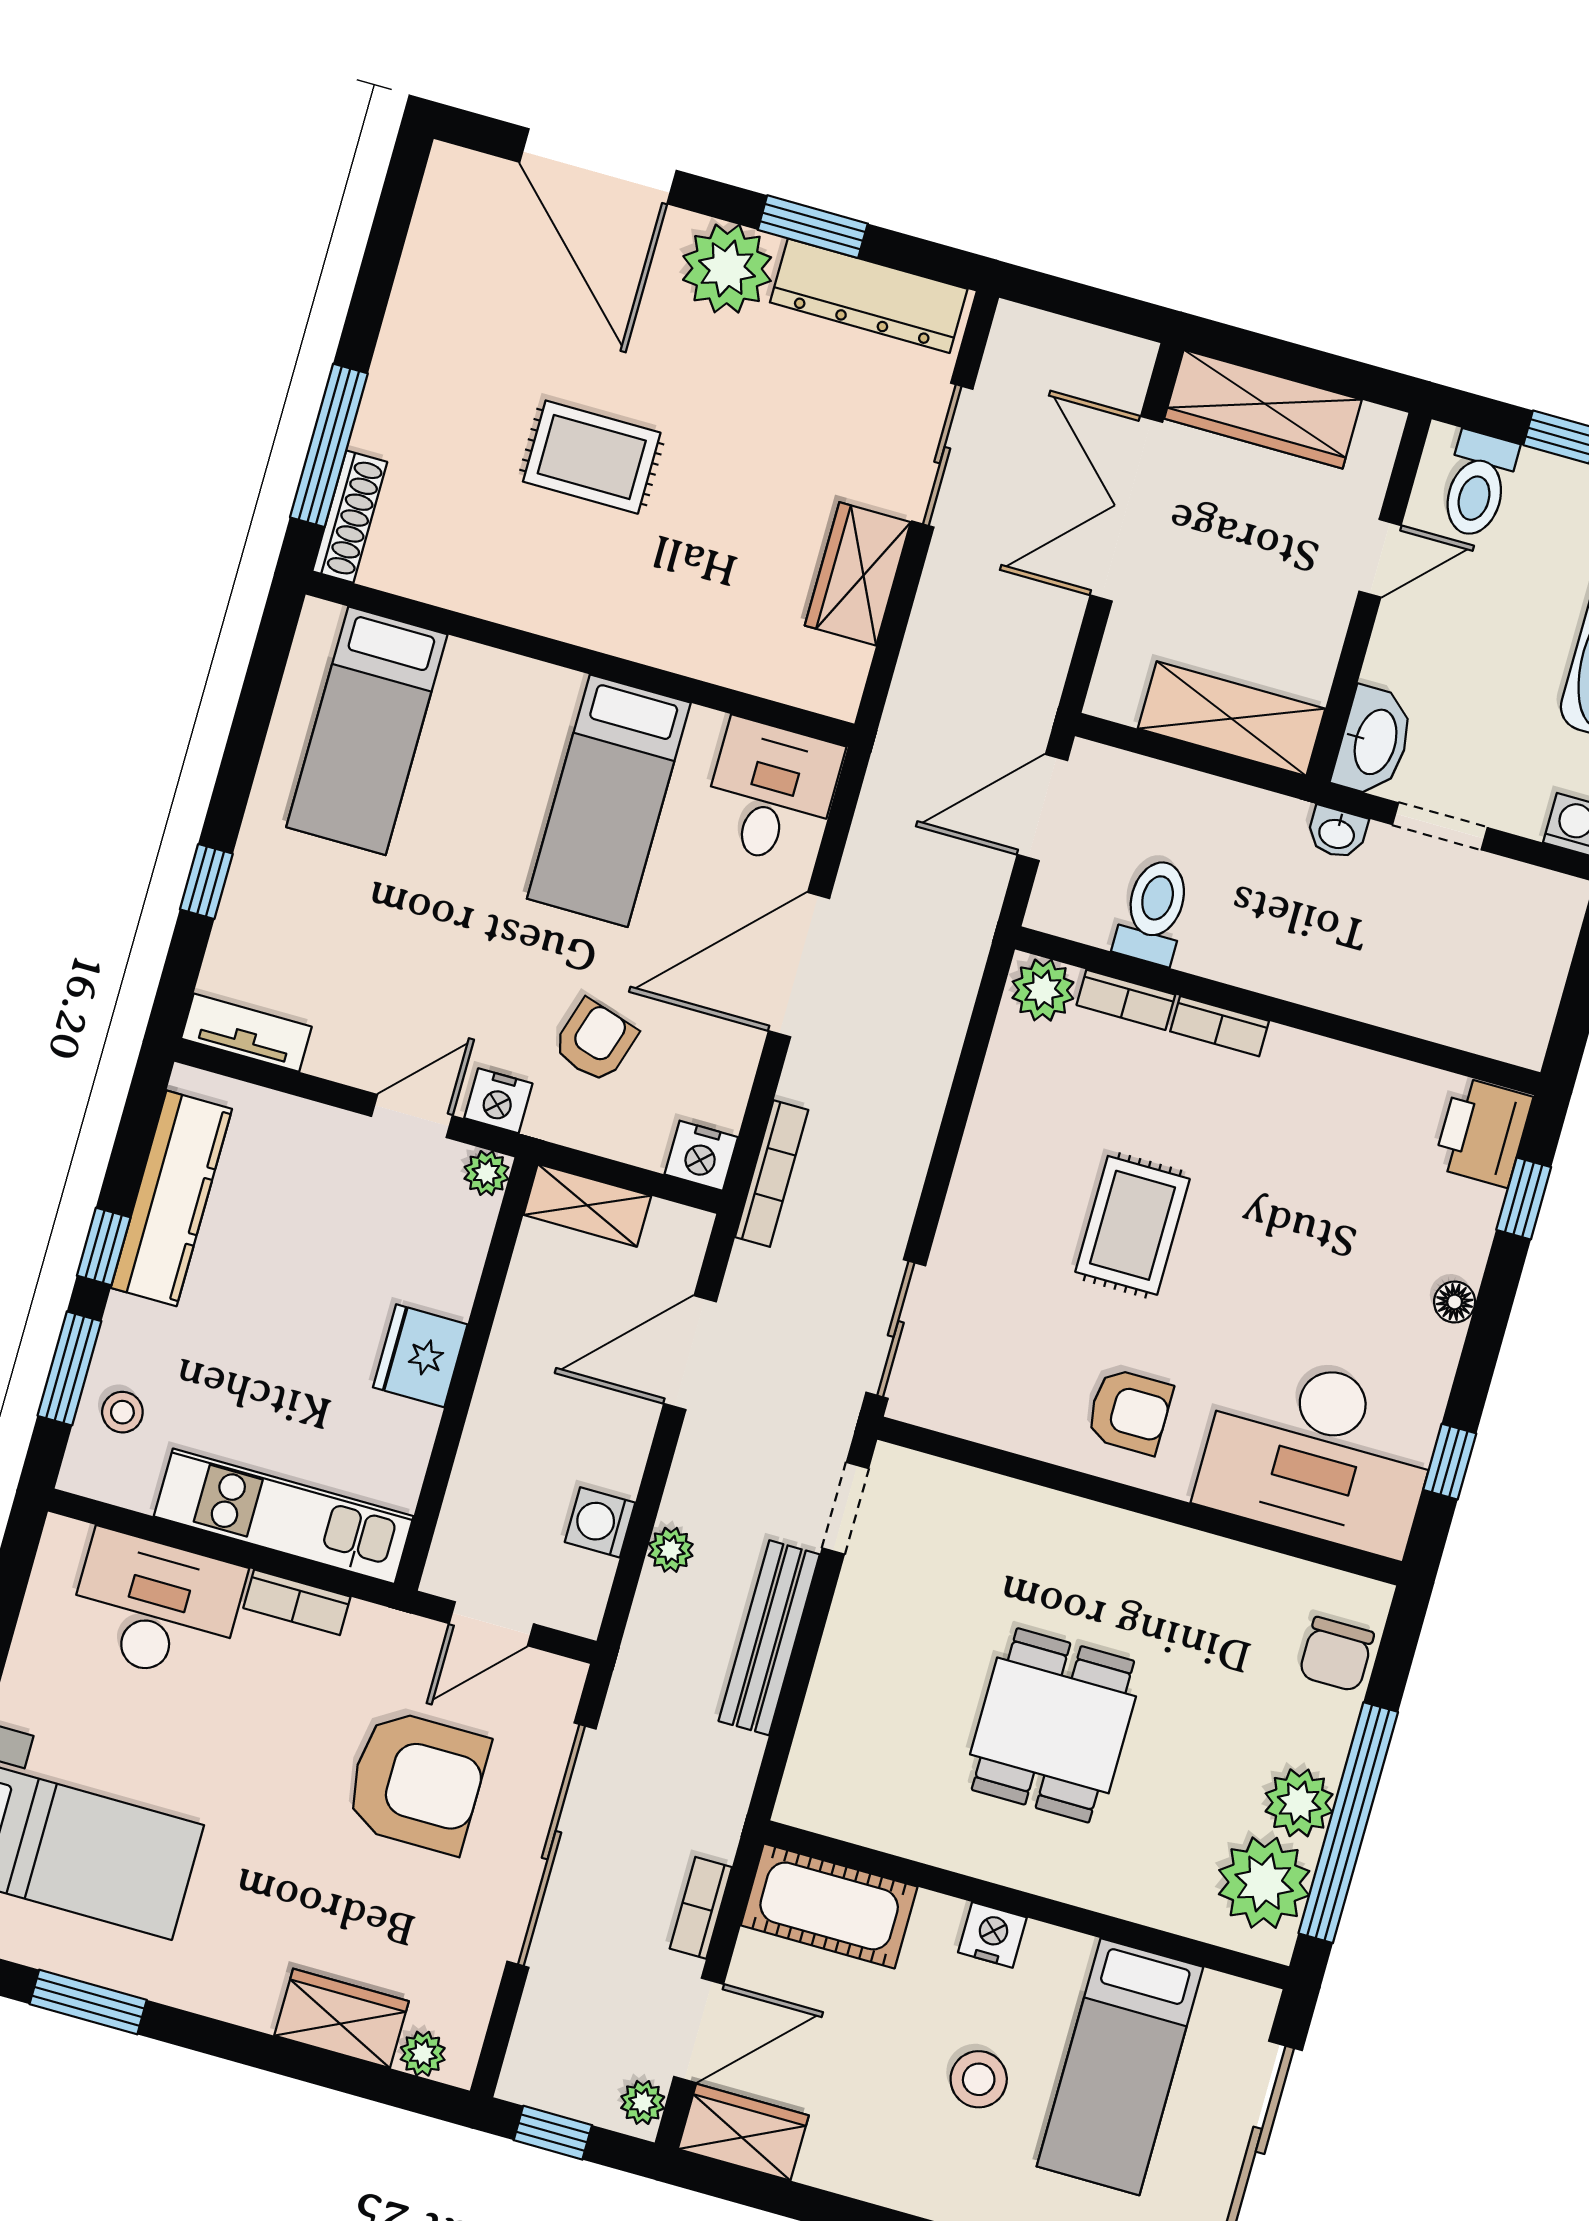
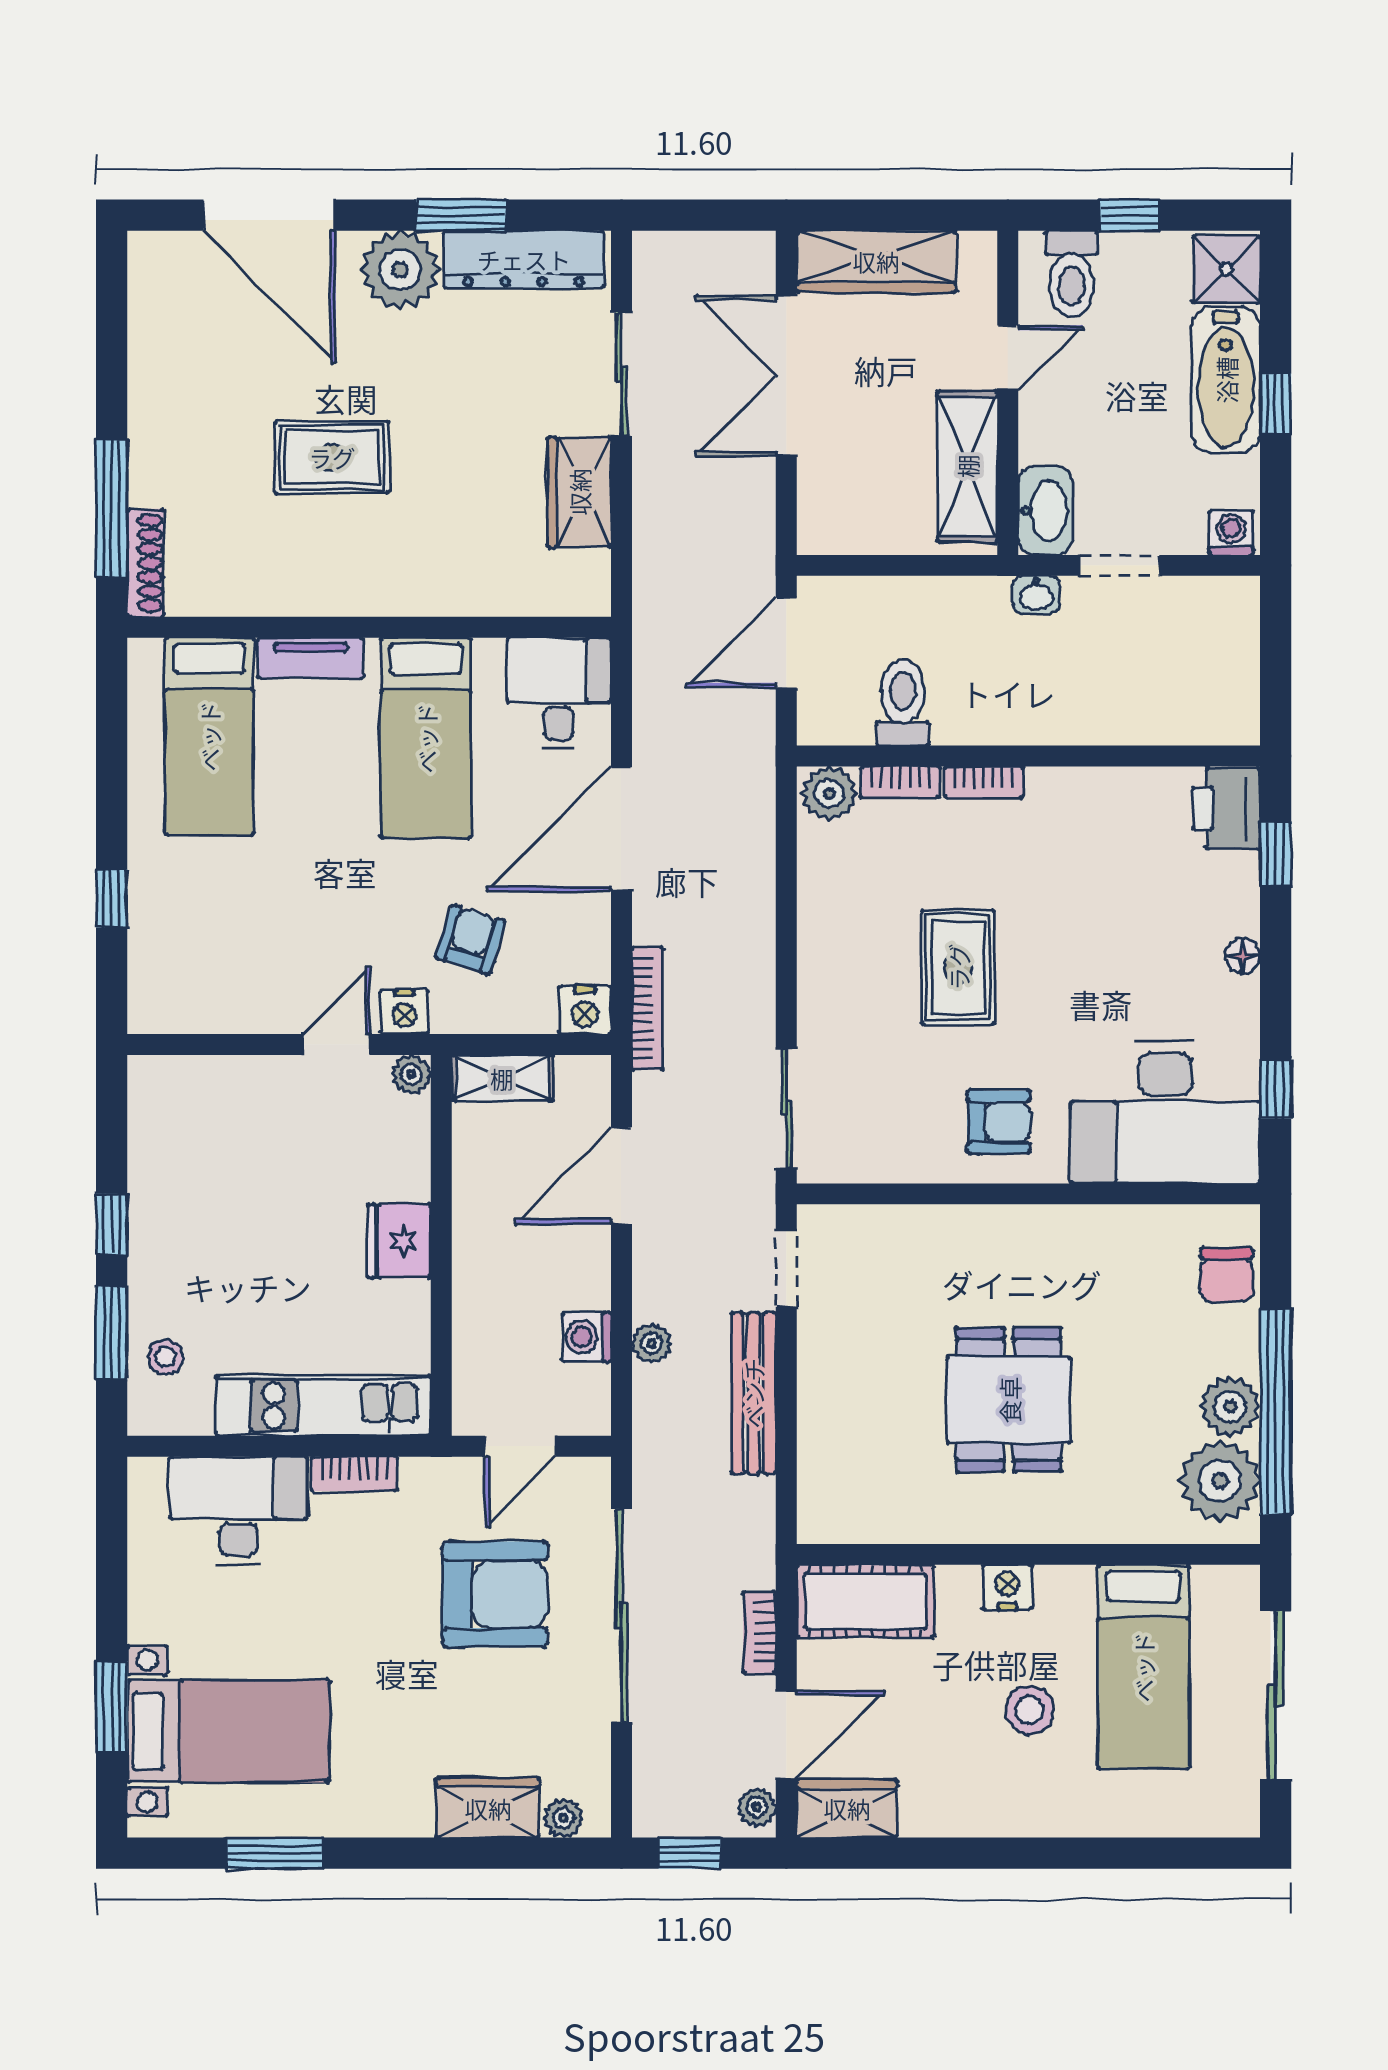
shelving: (1231, 719) -> (967, 466), moved, turned 90
tv unit: (246, 1033) -> (311, 658), moved, turned 180
kitchen counter: (171, 1198) -> (156, 1169), removed

